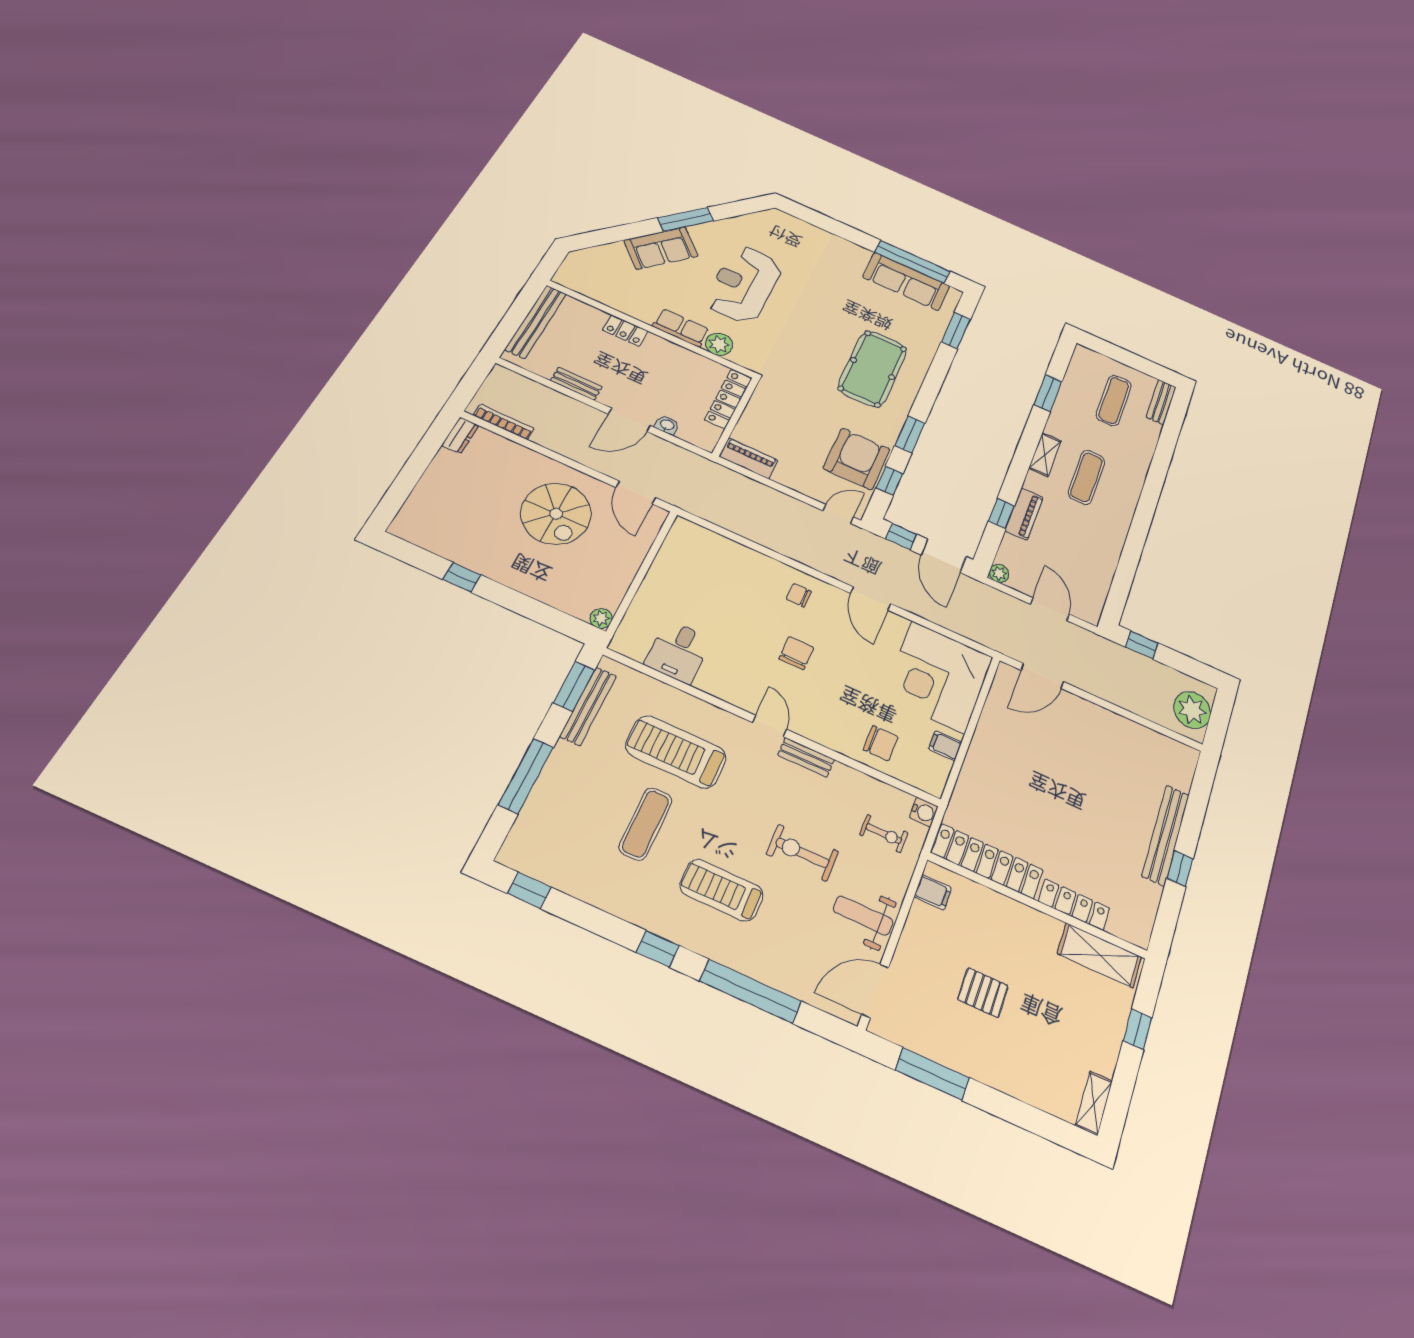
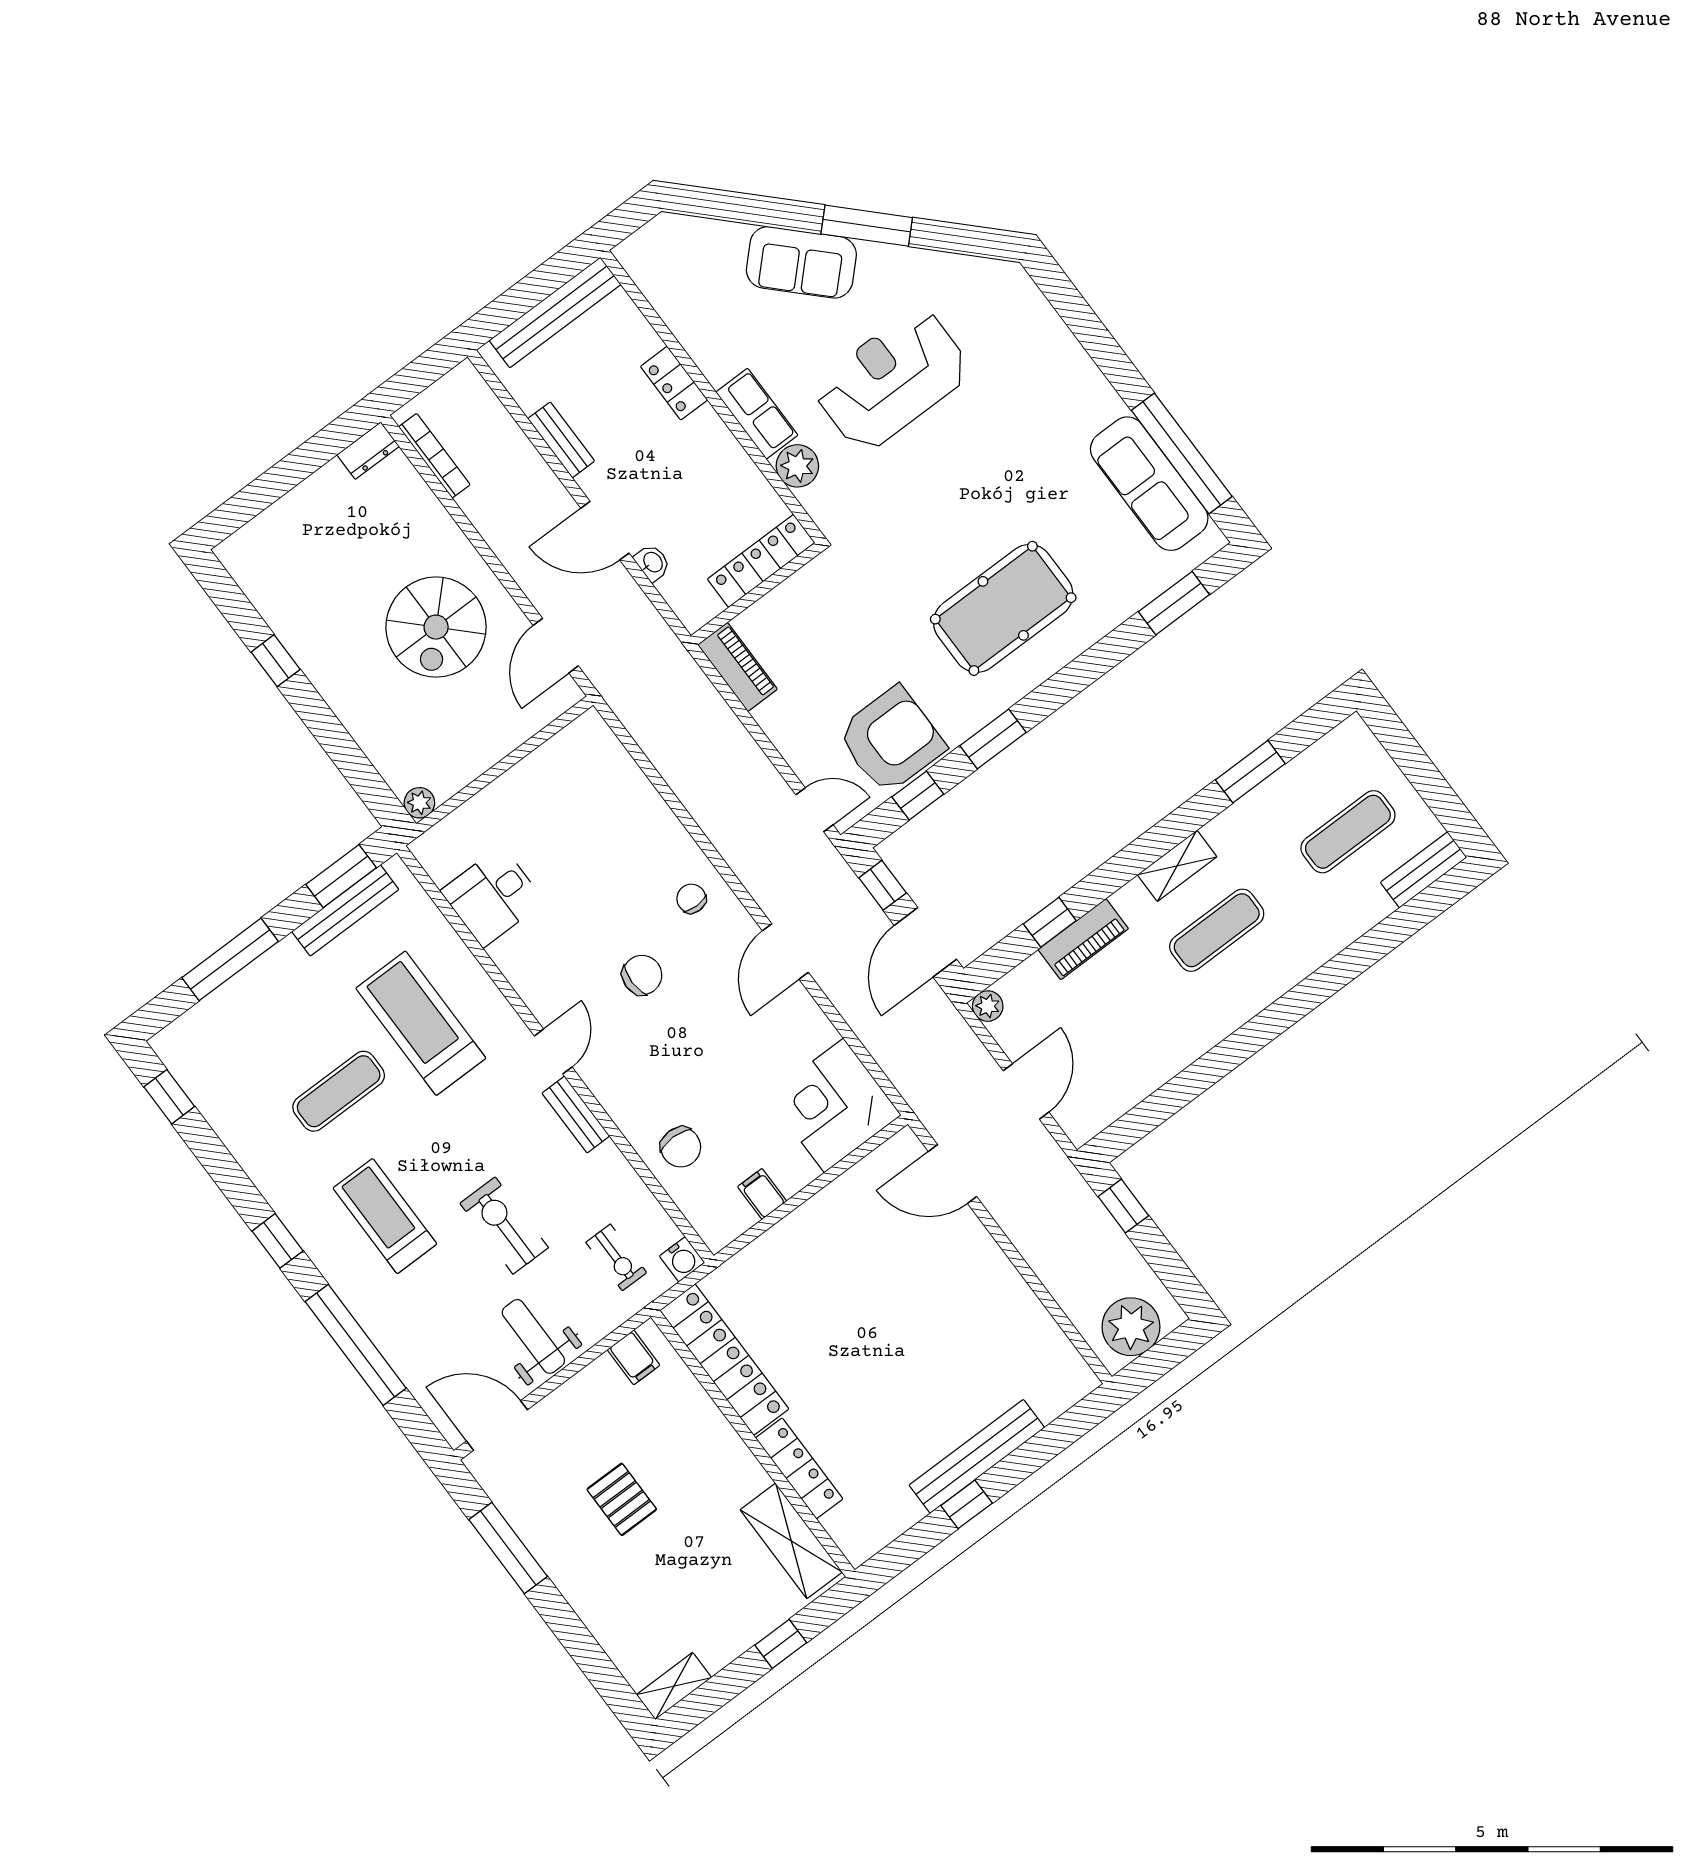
corner desk: (938, 677) -> (834, 1105), width x0.74, depth x0.74

